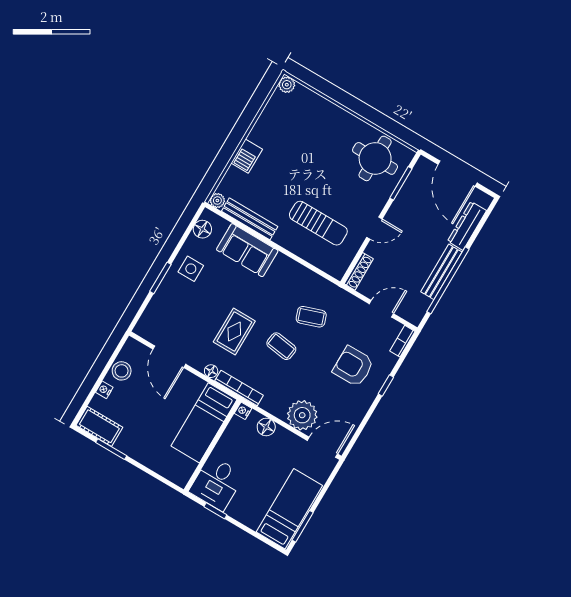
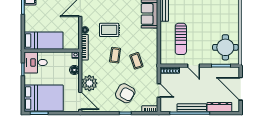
door: (458, 174) -> (241, 89), hinge flipped
armchair: (353, 366) -> (125, 93), turned 119
bed: (204, 423) -> (43, 41), moved, turned 180
bed: (289, 509) -> (44, 98), width x1.50

